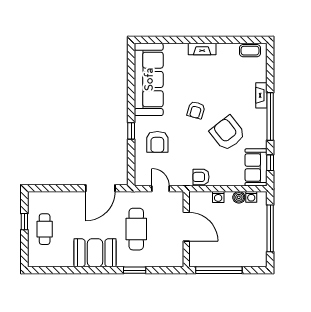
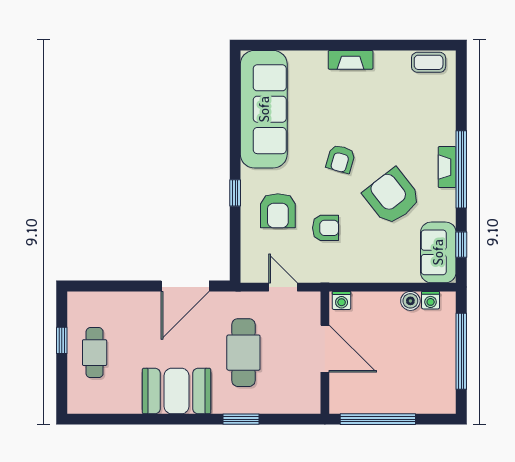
fireplace: (261, 95) -> (447, 167), moved
armchair: (201, 177) -> (326, 228), moved, turned 180
washing machine: (218, 197) -> (342, 300), moved

